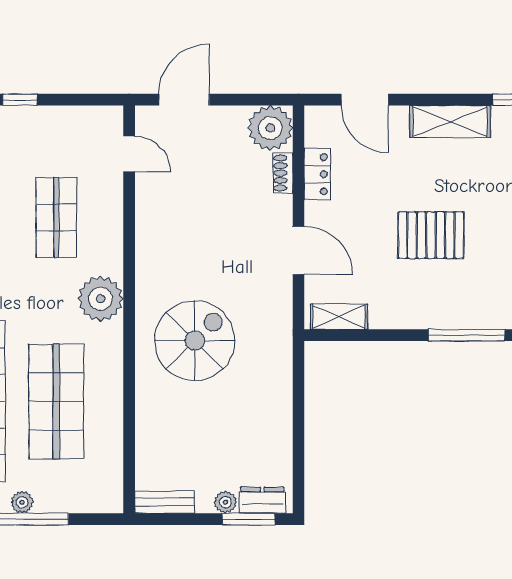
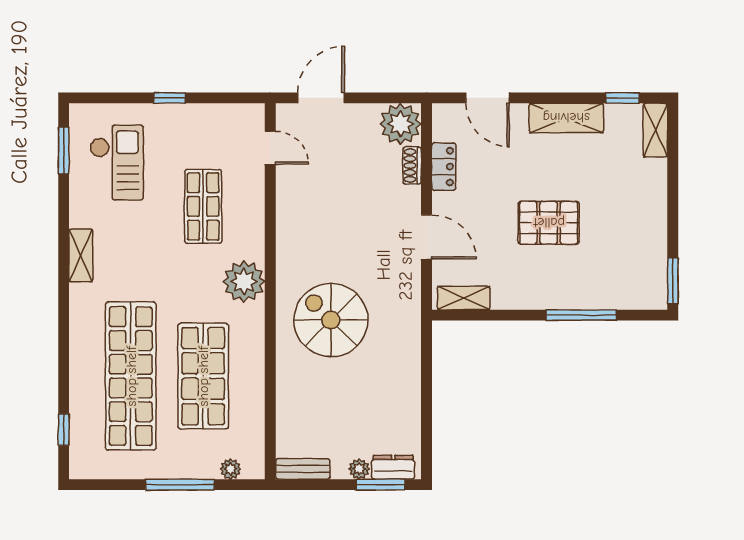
spiral stairs: (195, 341) -> (331, 320), turned -90
plant: (22, 502) -> (231, 469), moved

